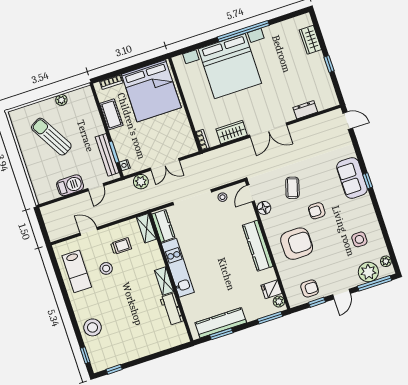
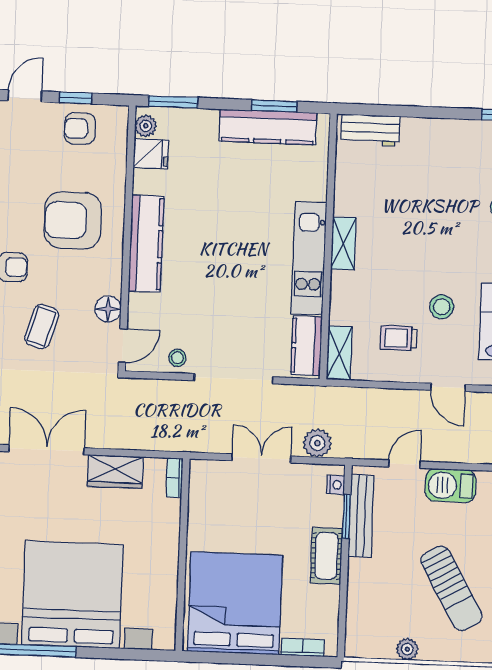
cot: (111, 114) -> (326, 556), moved
workbench: (172, 309) -> (370, 130), moved, turned 90

